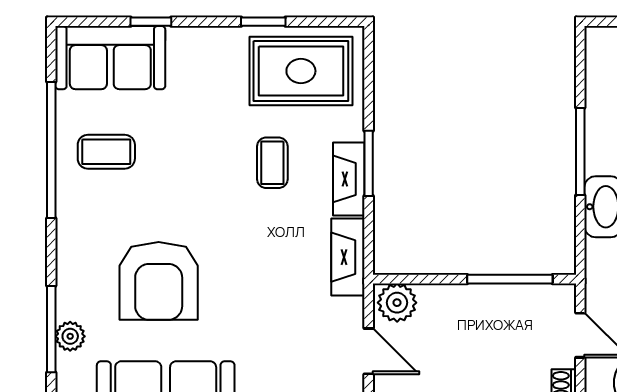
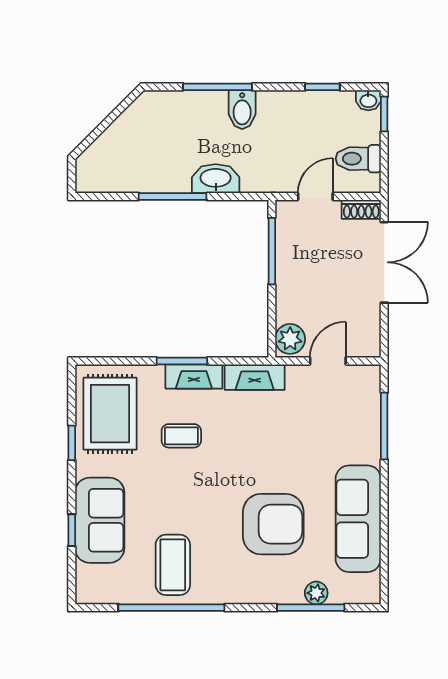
sofa: (110, 58) -> (100, 520), moved
coffee table: (106, 152) -> (173, 565), width x1.36, depth x1.30

